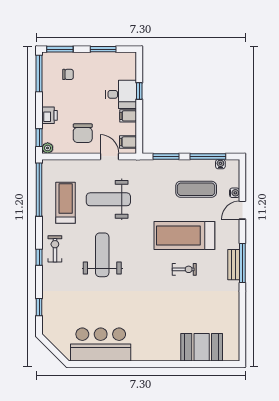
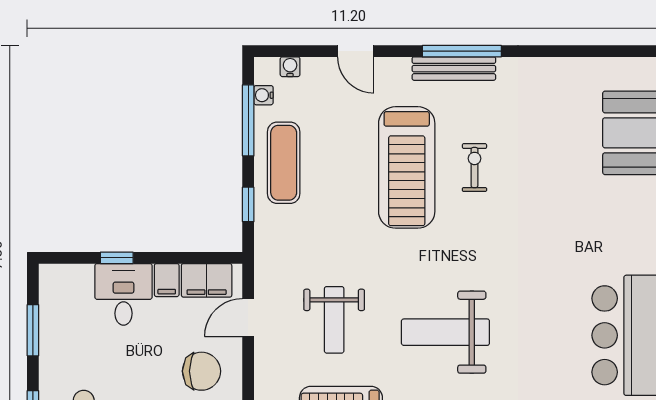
filing cabinet: (128, 142) -> (207, 280), width x2.00
window: (166, 156) -> (248, 204), width x0.67
exercise mat: (196, 189) -> (284, 163), moved
water cooler: (235, 193) -> (290, 67), moved
weight bench: (108, 199) -> (334, 320), width x0.73, depth x0.75
bench: (234, 265) -> (454, 69), width x1.36

